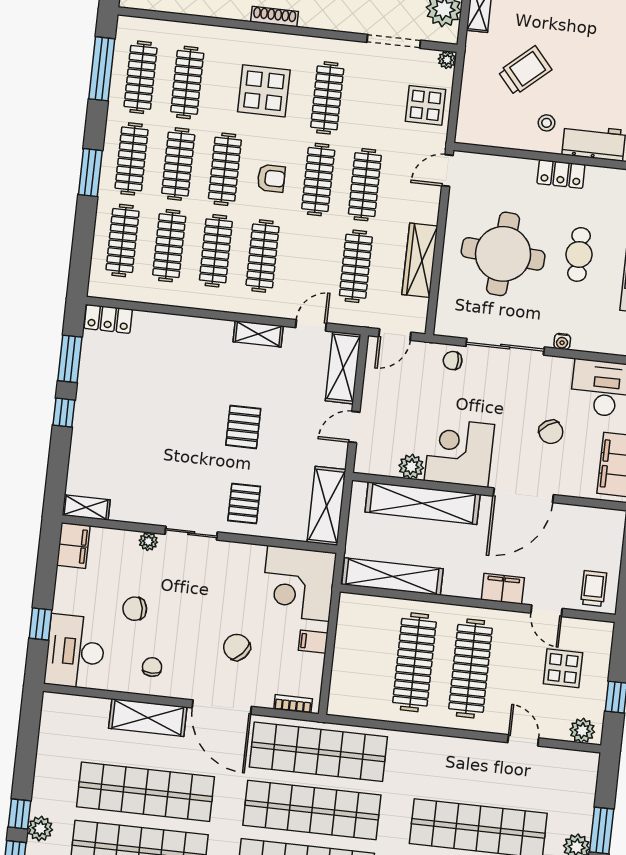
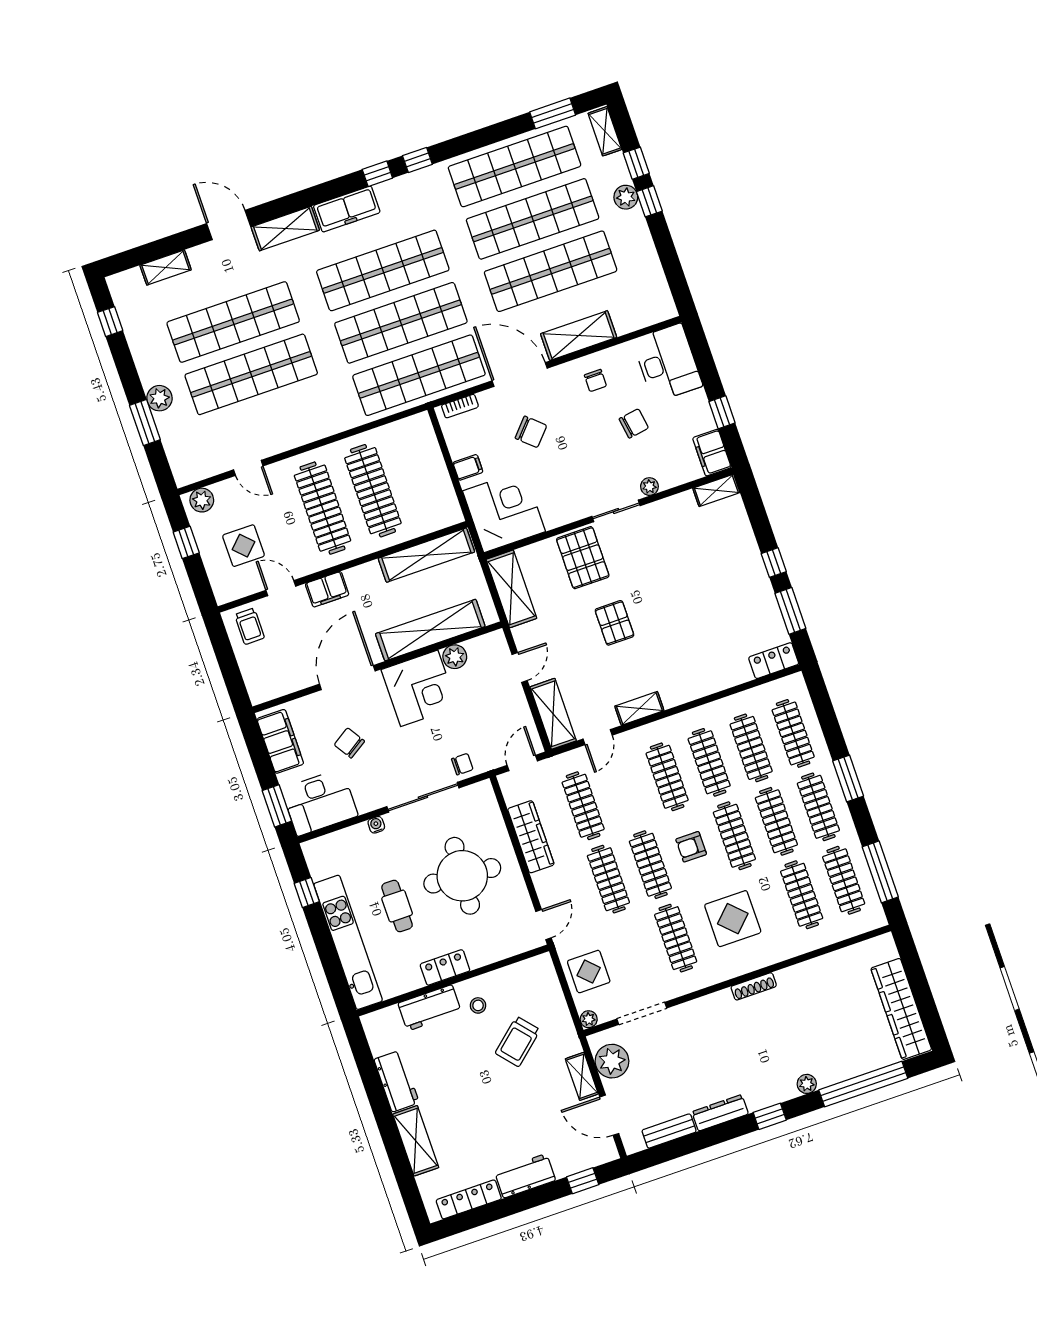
pallet: (244, 504) -> (583, 558), width x1.50, depth x1.42
window: (40, 624) -> (722, 412), moved

